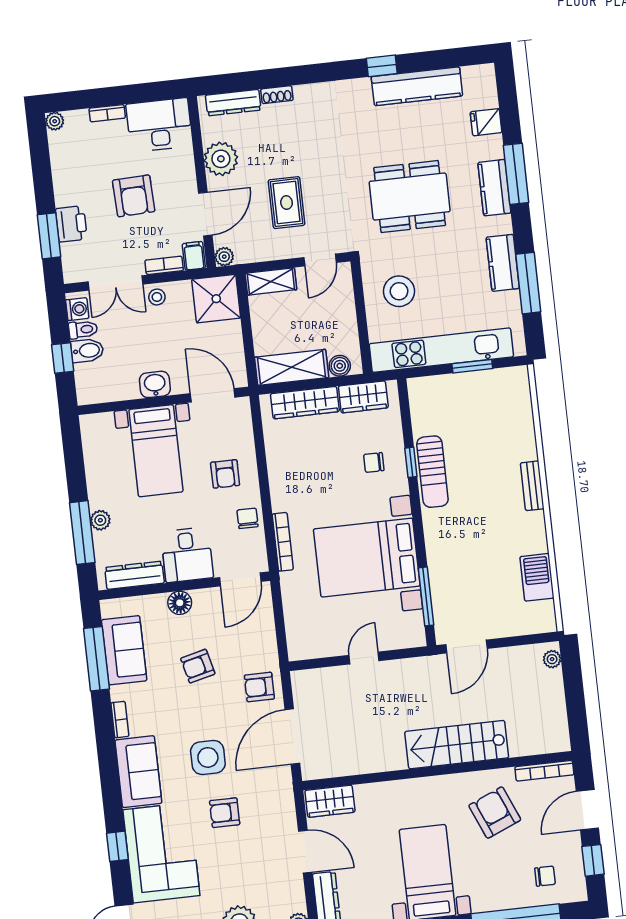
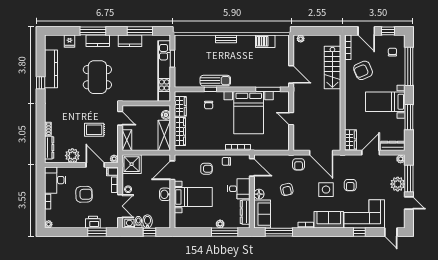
stool: (399, 291) -> (137, 86), removed
sofa: (124, 650) -> (262, 214), moved, turned 90
stairs: (457, 745) -> (332, 68), moved

